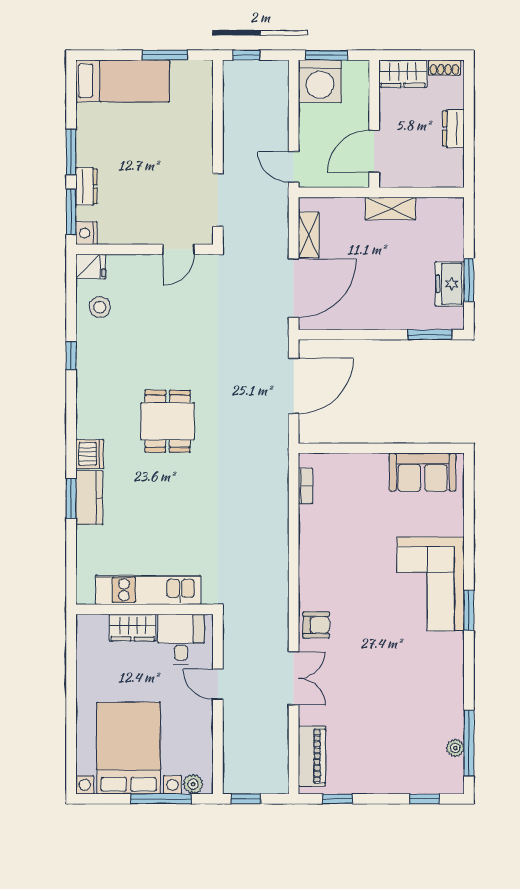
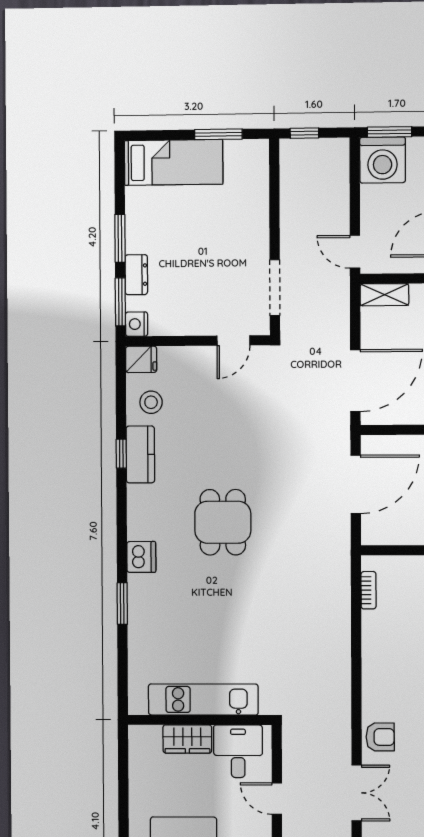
shelving: (309, 235) -> (384, 295), moved, turned 90
kitchen counter: (89, 498) -> (140, 454), moved

